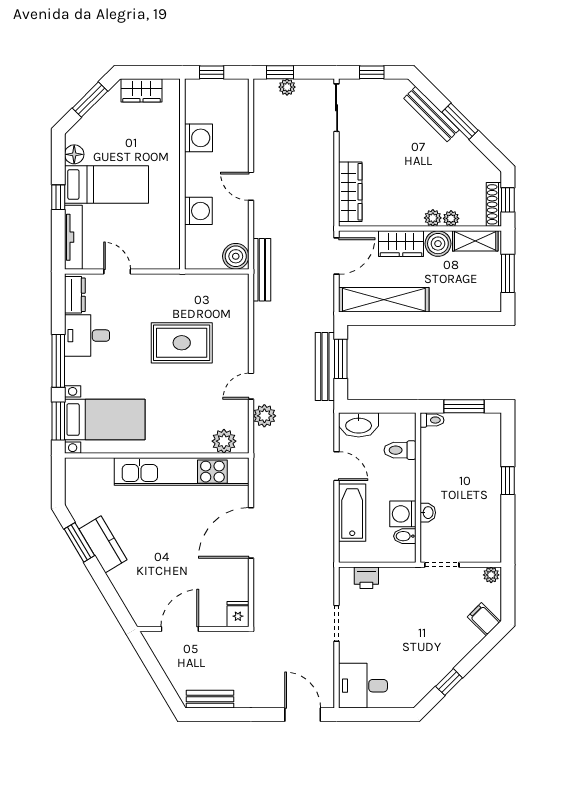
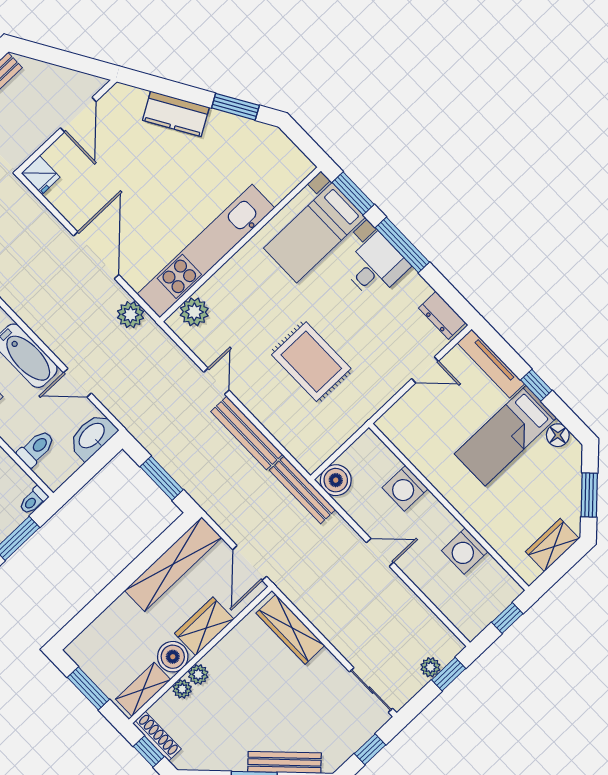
desk: (87, 336) -> (376, 267), moved
rug: (182, 343) -> (311, 362), turned 90
bench: (325, 367) -> (247, 433), moved
plant: (264, 416) -> (130, 315), moved
kitchen counter: (103, 544) -> (176, 114), moved

